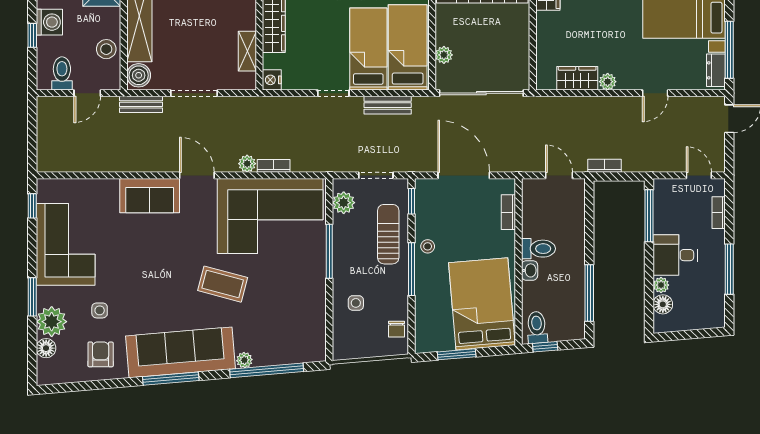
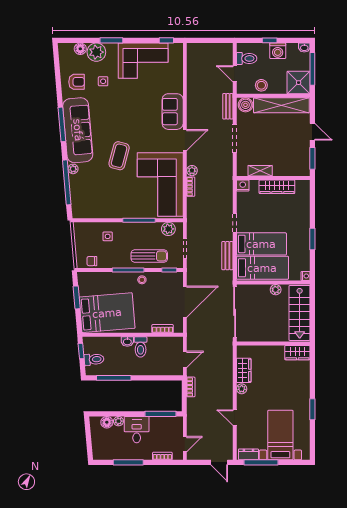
plant: (444, 55) -> (276, 290), moved
toilet: (537, 327) -> (94, 359), moved

